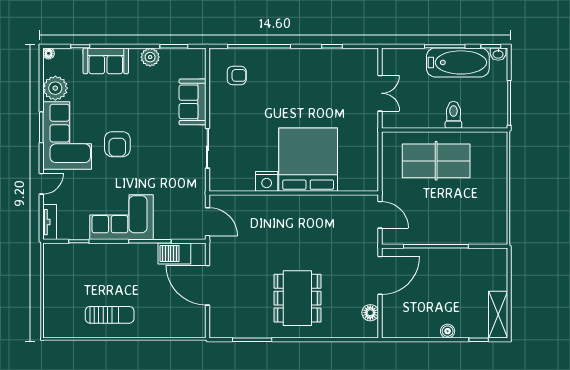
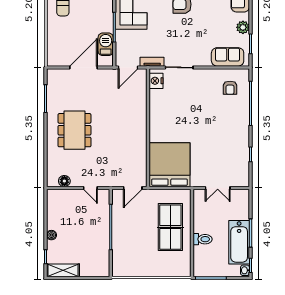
sofa: (193, 102) -> (228, 57), moved
bed: (308, 160) -> (169, 165), moved, turned -90
nightstand: (267, 181) -> (156, 81), moved
tv unit: (199, 187) -> (152, 62), added
door: (380, 275) -> (90, 188), width x0.53
dining table: (297, 298) -> (74, 130), turned 90

